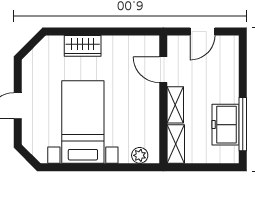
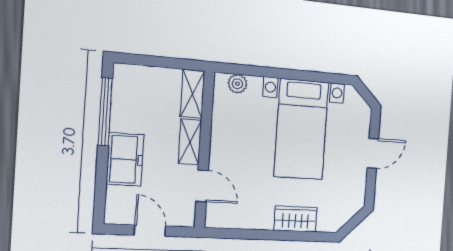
door: (203, 31) -> (150, 231), hinge flipped
freezer: (225, 125) -> (125, 159), moved

